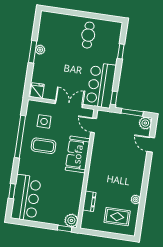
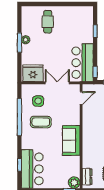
cafe table: (88, 35) -> (48, 22), moved
fridge: (37, 91) -> (33, 73), width x1.88, depth x1.34
door: (94, 125) -> (81, 98), swing flipped
sofa: (78, 154) -> (71, 140), moved
dresser: (89, 201) -> (87, 177), moved

